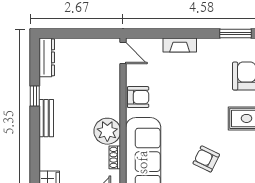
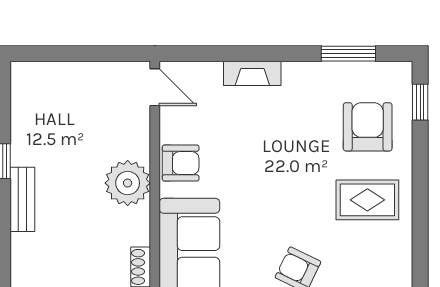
dresser: (47, 57) -> (23, 95), removed
plant: (107, 131) -> (128, 183), moved

